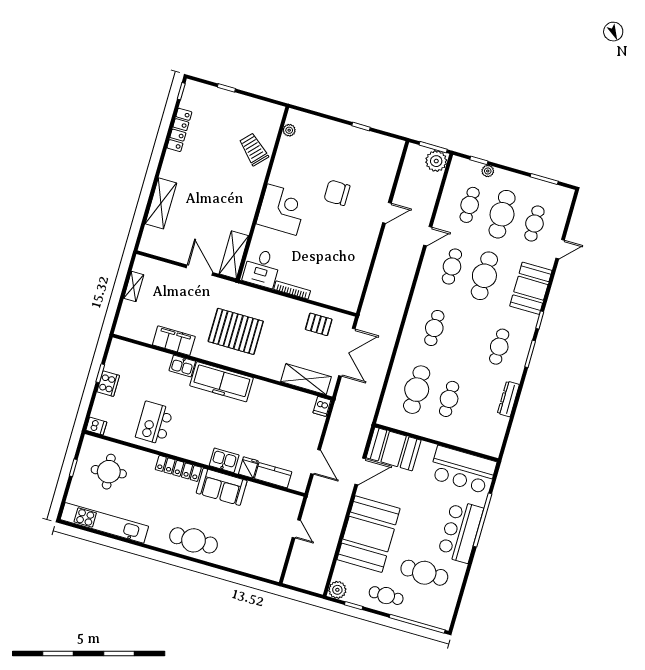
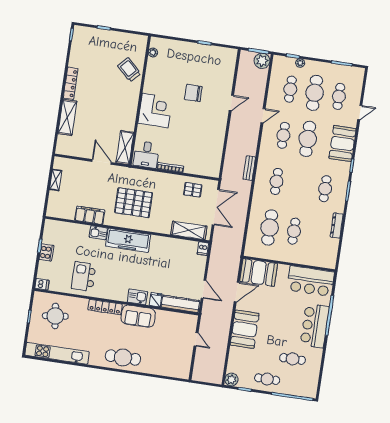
locker: (179, 130) -> (71, 83), moved
bench: (400, 305) -> (249, 168), added
kitchen counter: (273, 475) -> (180, 304), width x1.50
booth: (369, 534) -> (245, 329), width x0.73, depth x0.70
cafe table: (424, 573) -> (293, 359), width x0.73, depth x0.74

